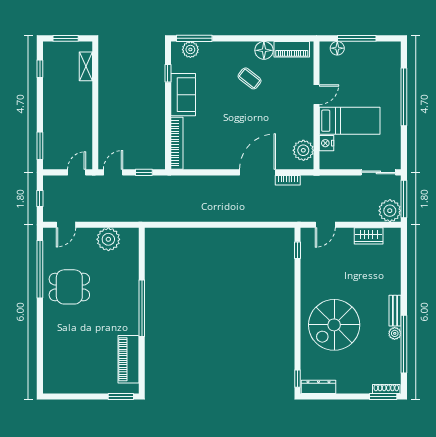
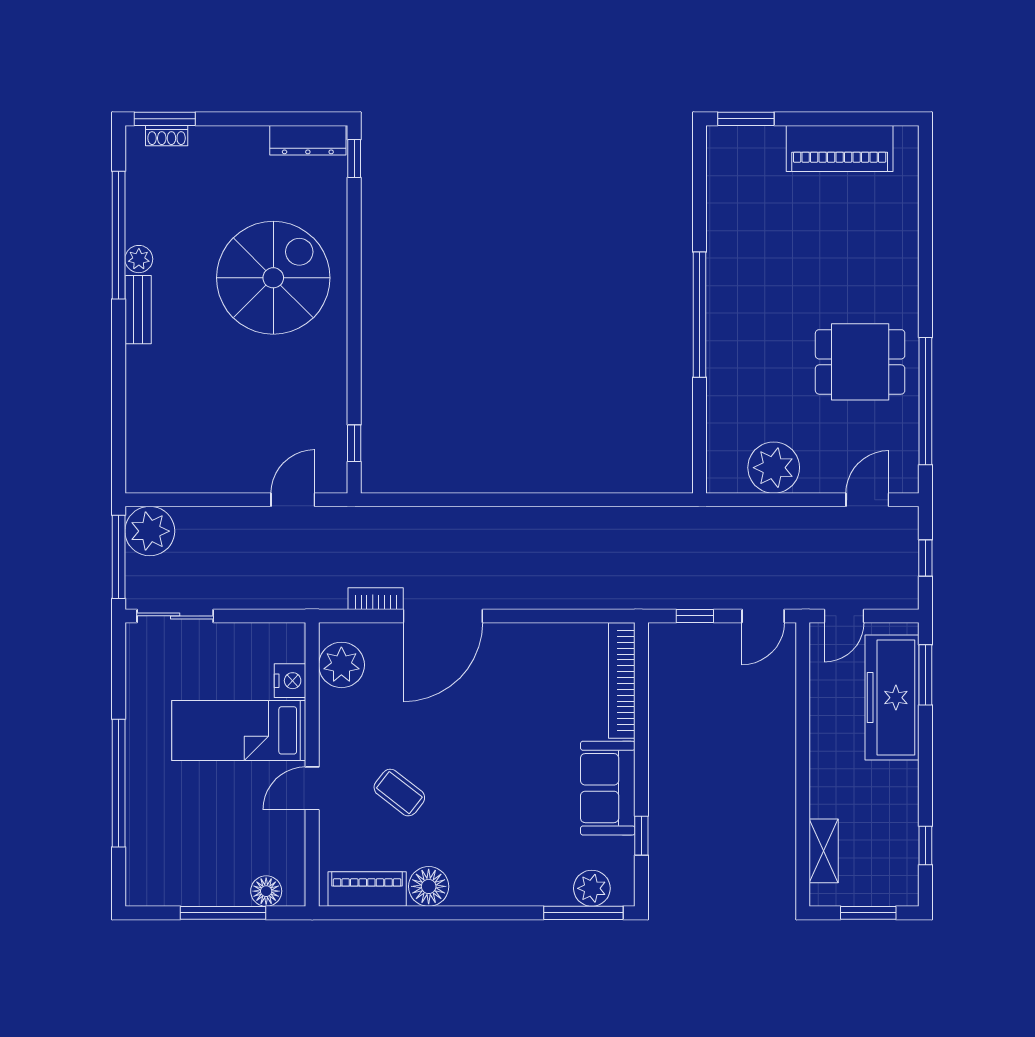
coffee table: (250, 78) -> (399, 793), moved
freezer: (55, 136) -> (892, 698), added
wardrobe: (369, 236) -> (196, 475), removed
piano: (128, 359) -> (840, 148), moved, turned 90
shoe rack: (386, 389) -> (167, 136), width x0.70

